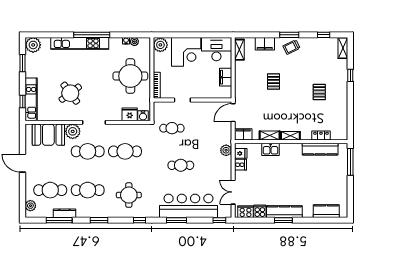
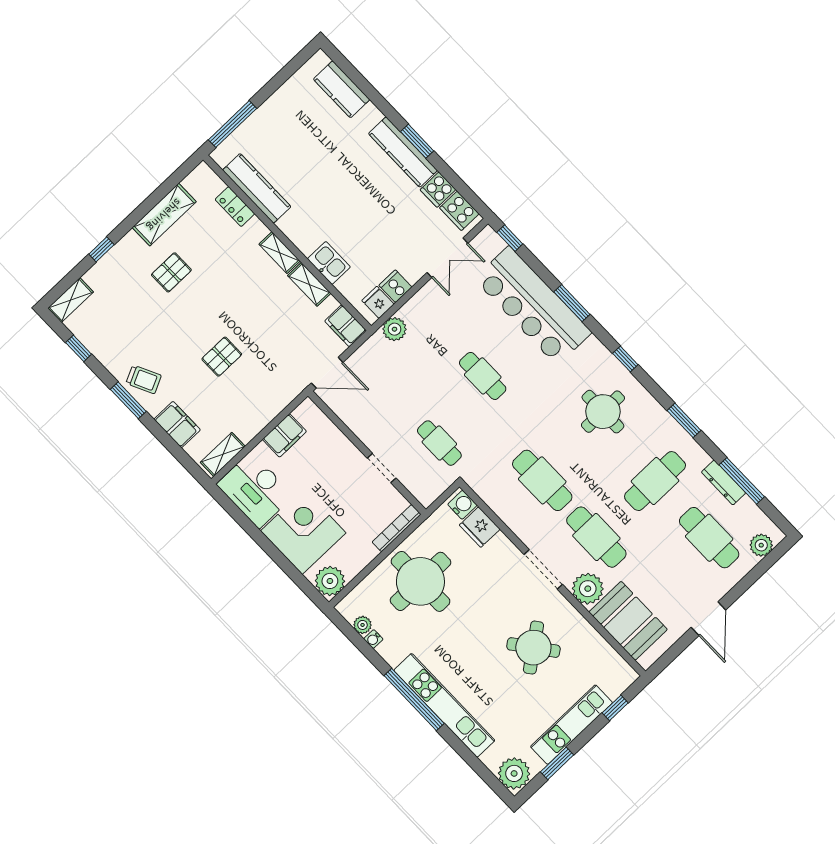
kitchen unit: (31, 99) -> (572, 725), moved
shelving: (342, 109) -> (164, 215), added
cafe table: (88, 190) -> (655, 481), turned 90

